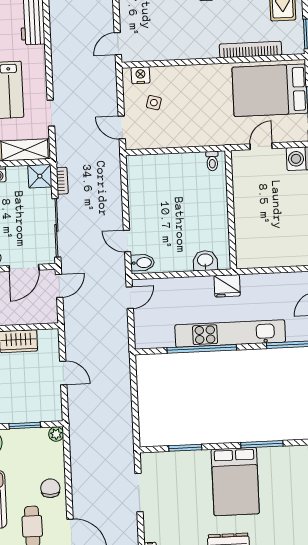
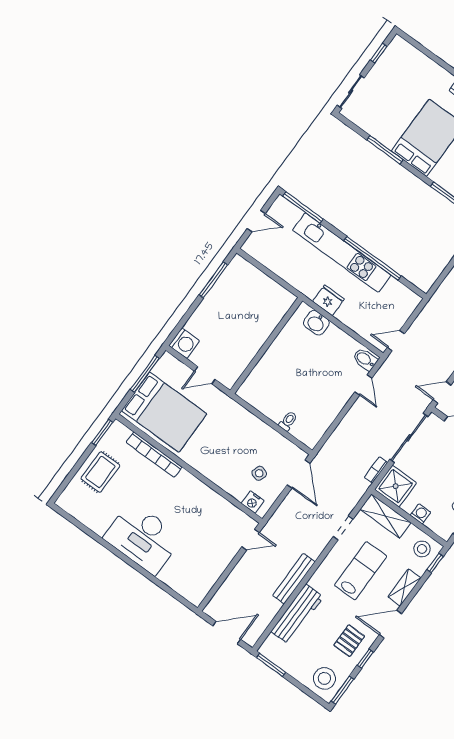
bench: (58, 40) -> (294, 579), added
door: (122, 128) -> (299, 474), width x1.38
toilet: (212, 161) -> (288, 421), moved
shower: (40, 176) -> (396, 486), width x1.36, depth x1.36
fridge: (227, 286) -> (328, 300), moved

